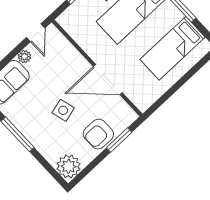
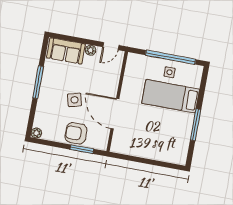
bed: (173, 48) -> (165, 140), removed
plant: (69, 166) -> (36, 133), width x0.53, depth x0.53

